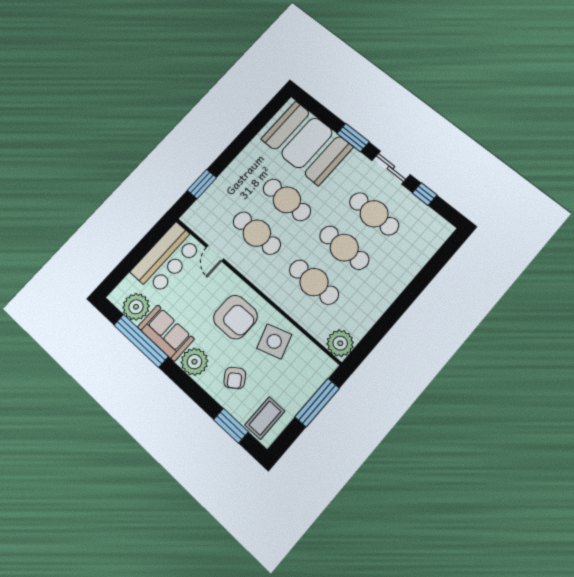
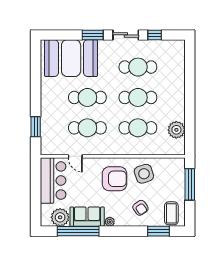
plant: (340, 343) -> (176, 130), moved
plant: (194, 362) -> (110, 222), width x0.53, depth x0.53

